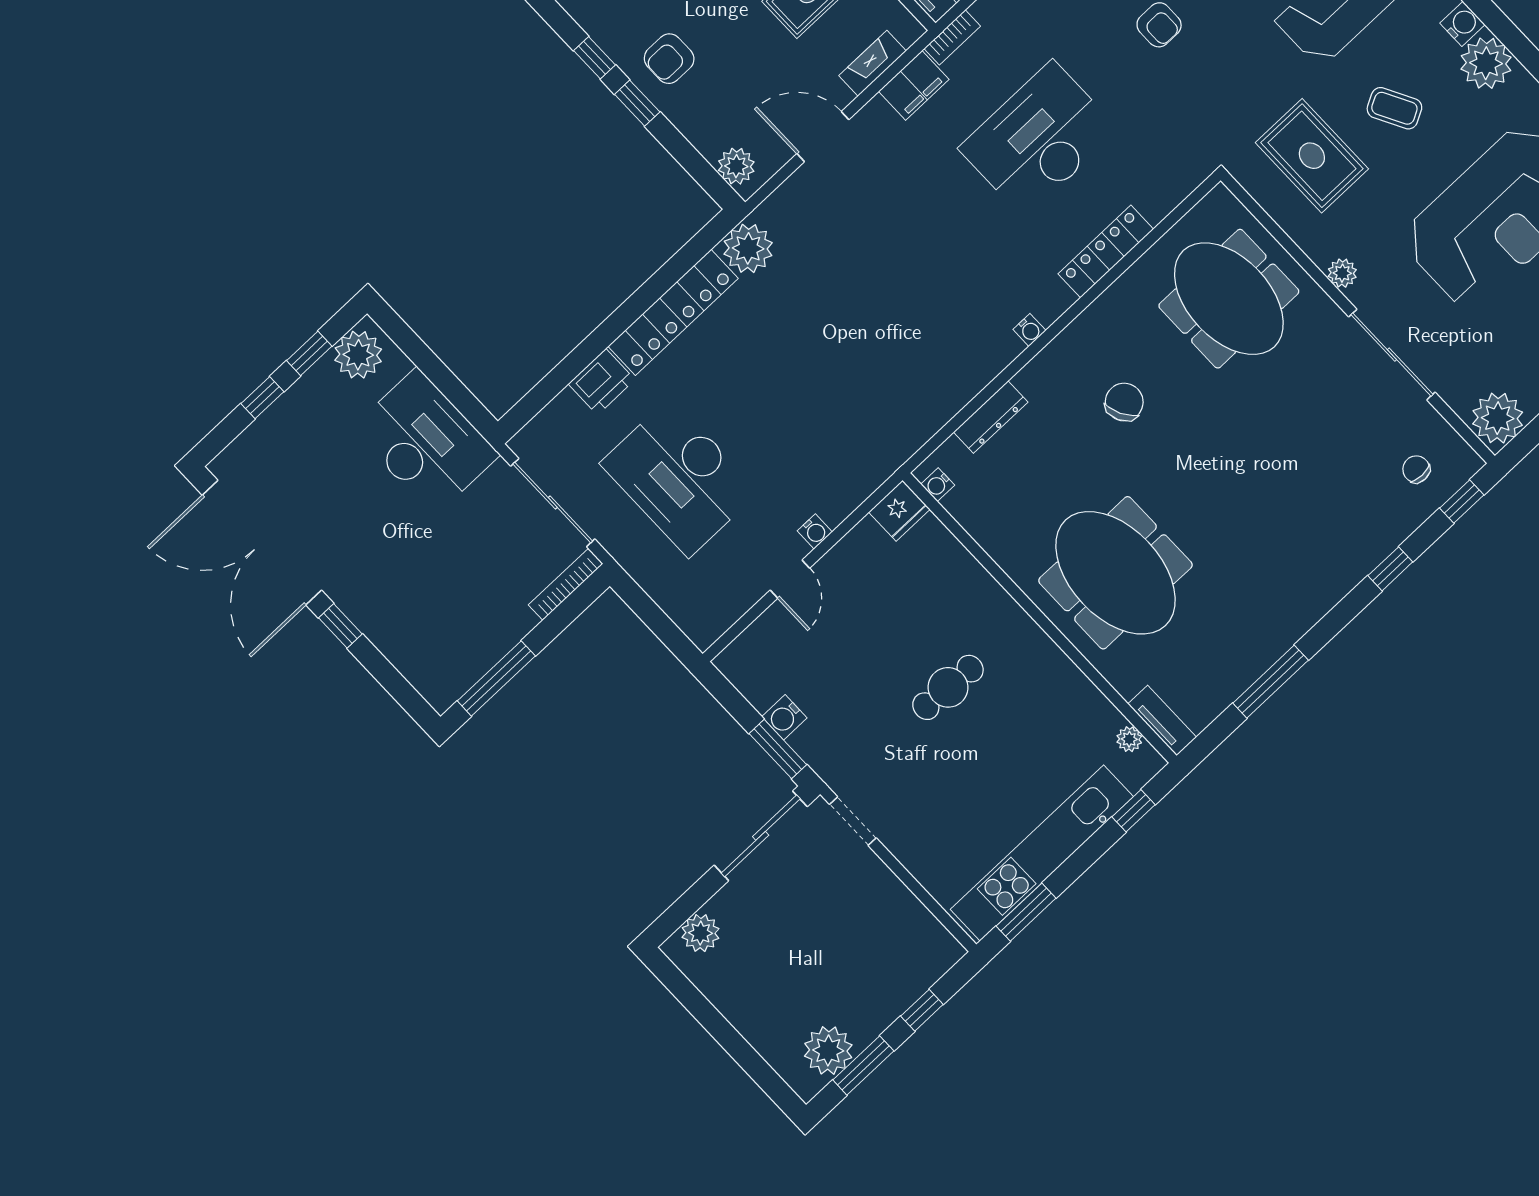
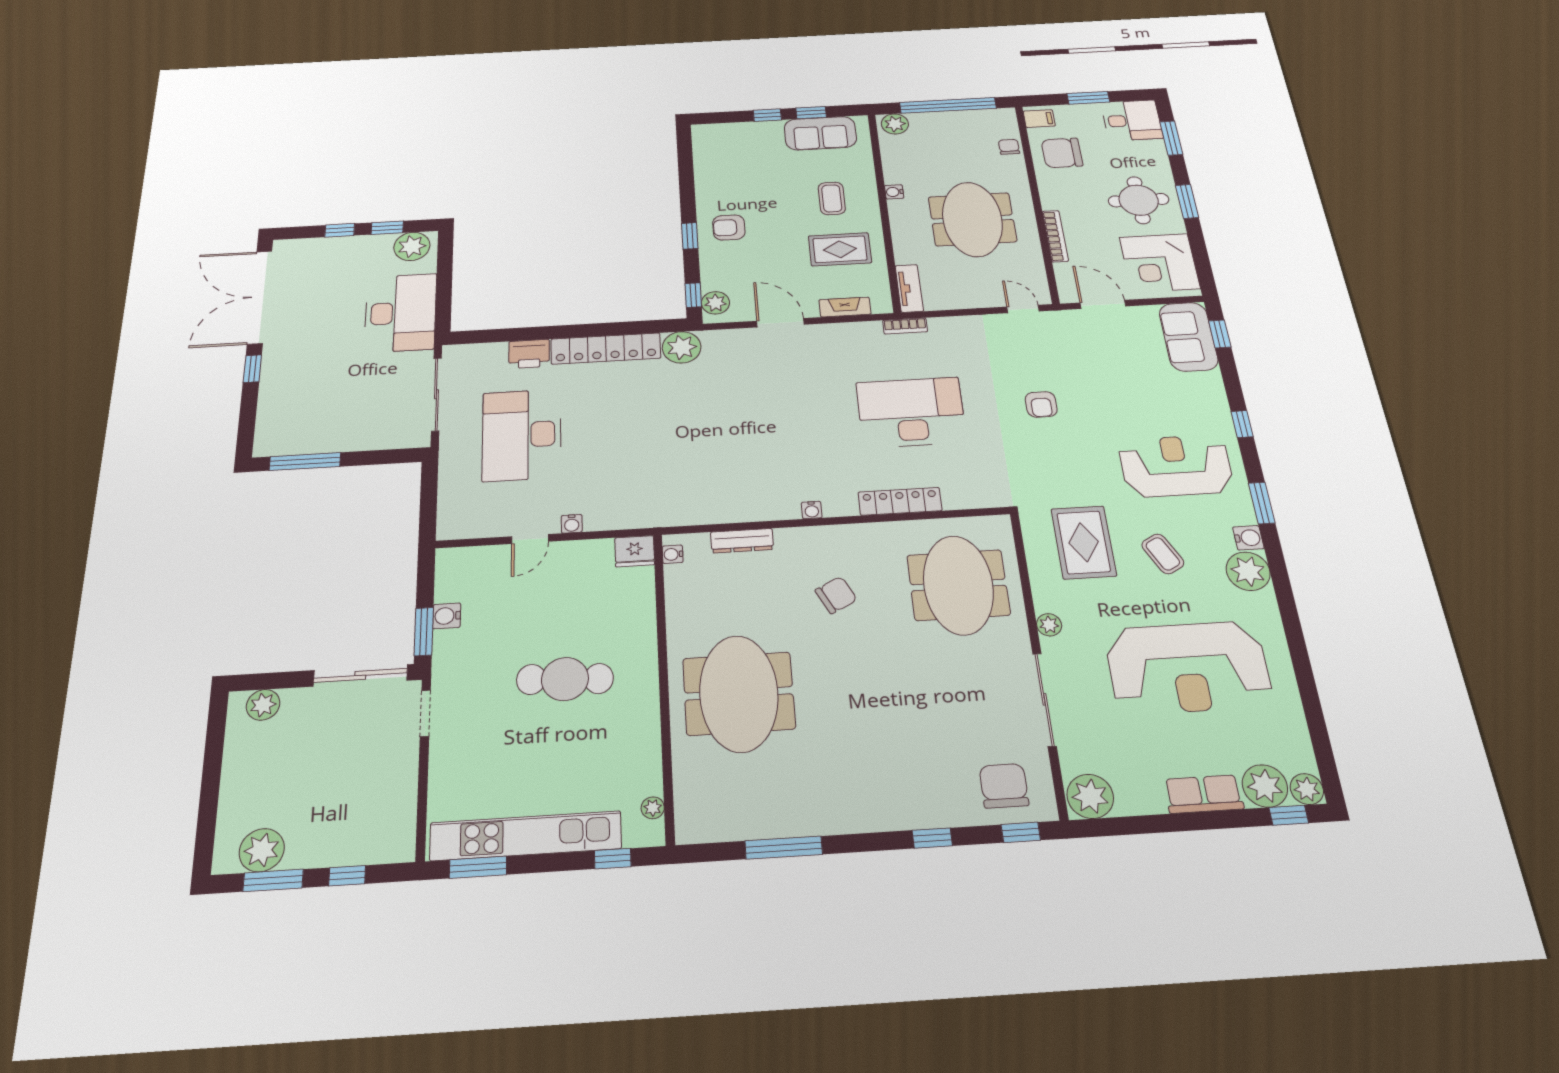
window: (595, 58) -> (693, 295), moved
filing cabinet: (914, 85) -> (859, 334), removed
chair: (1416, 469) -> (1004, 786), width x1.87, depth x1.87
bookcase: (566, 584) -> (398, 442), removed
cafe table: (948, 687) -> (565, 679), width x1.37, depth x1.35
tv unit: (1162, 720) -> (686, 813), removed

